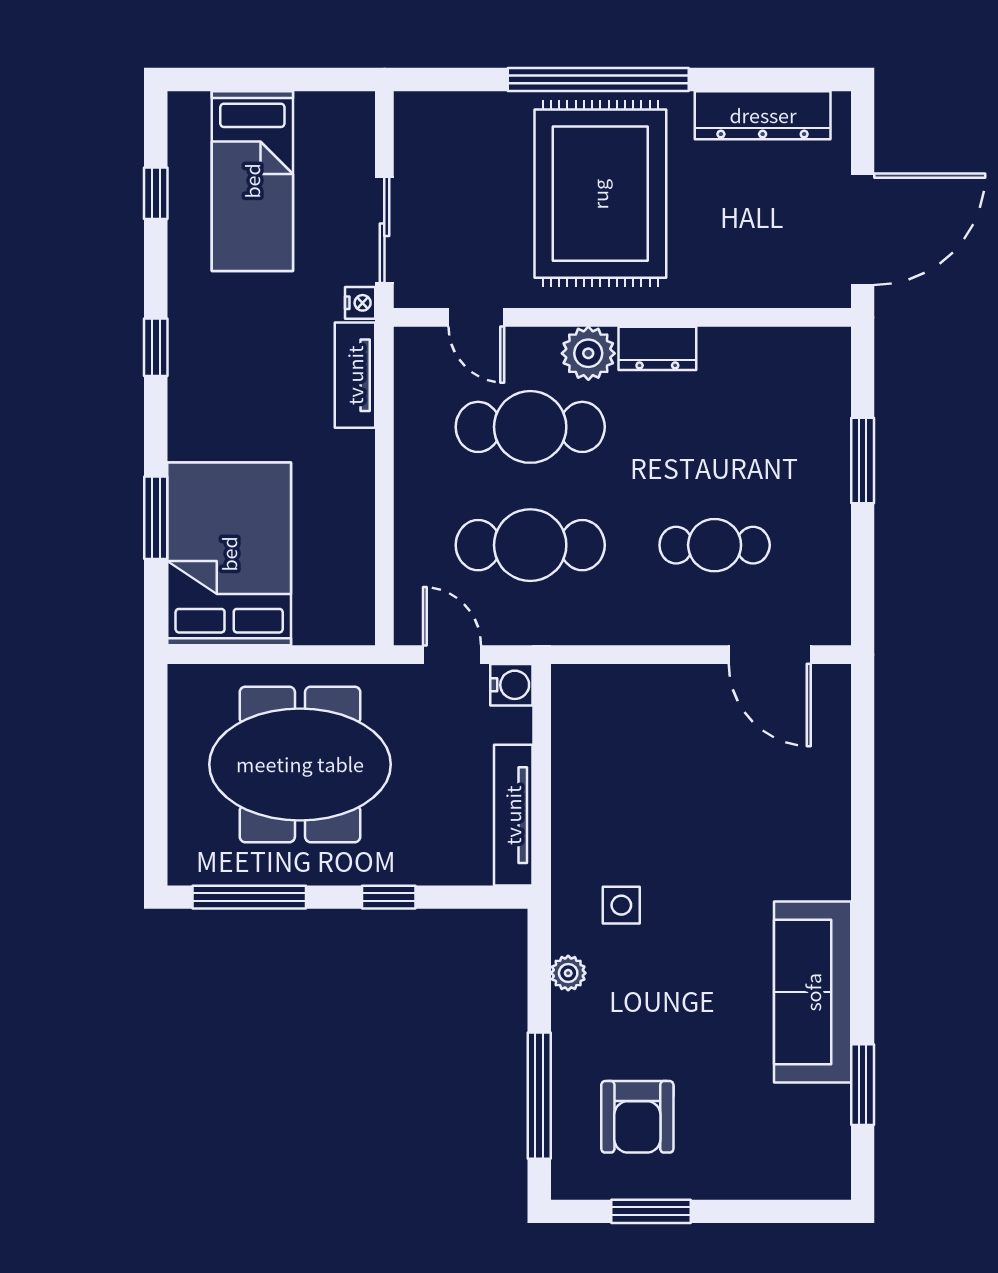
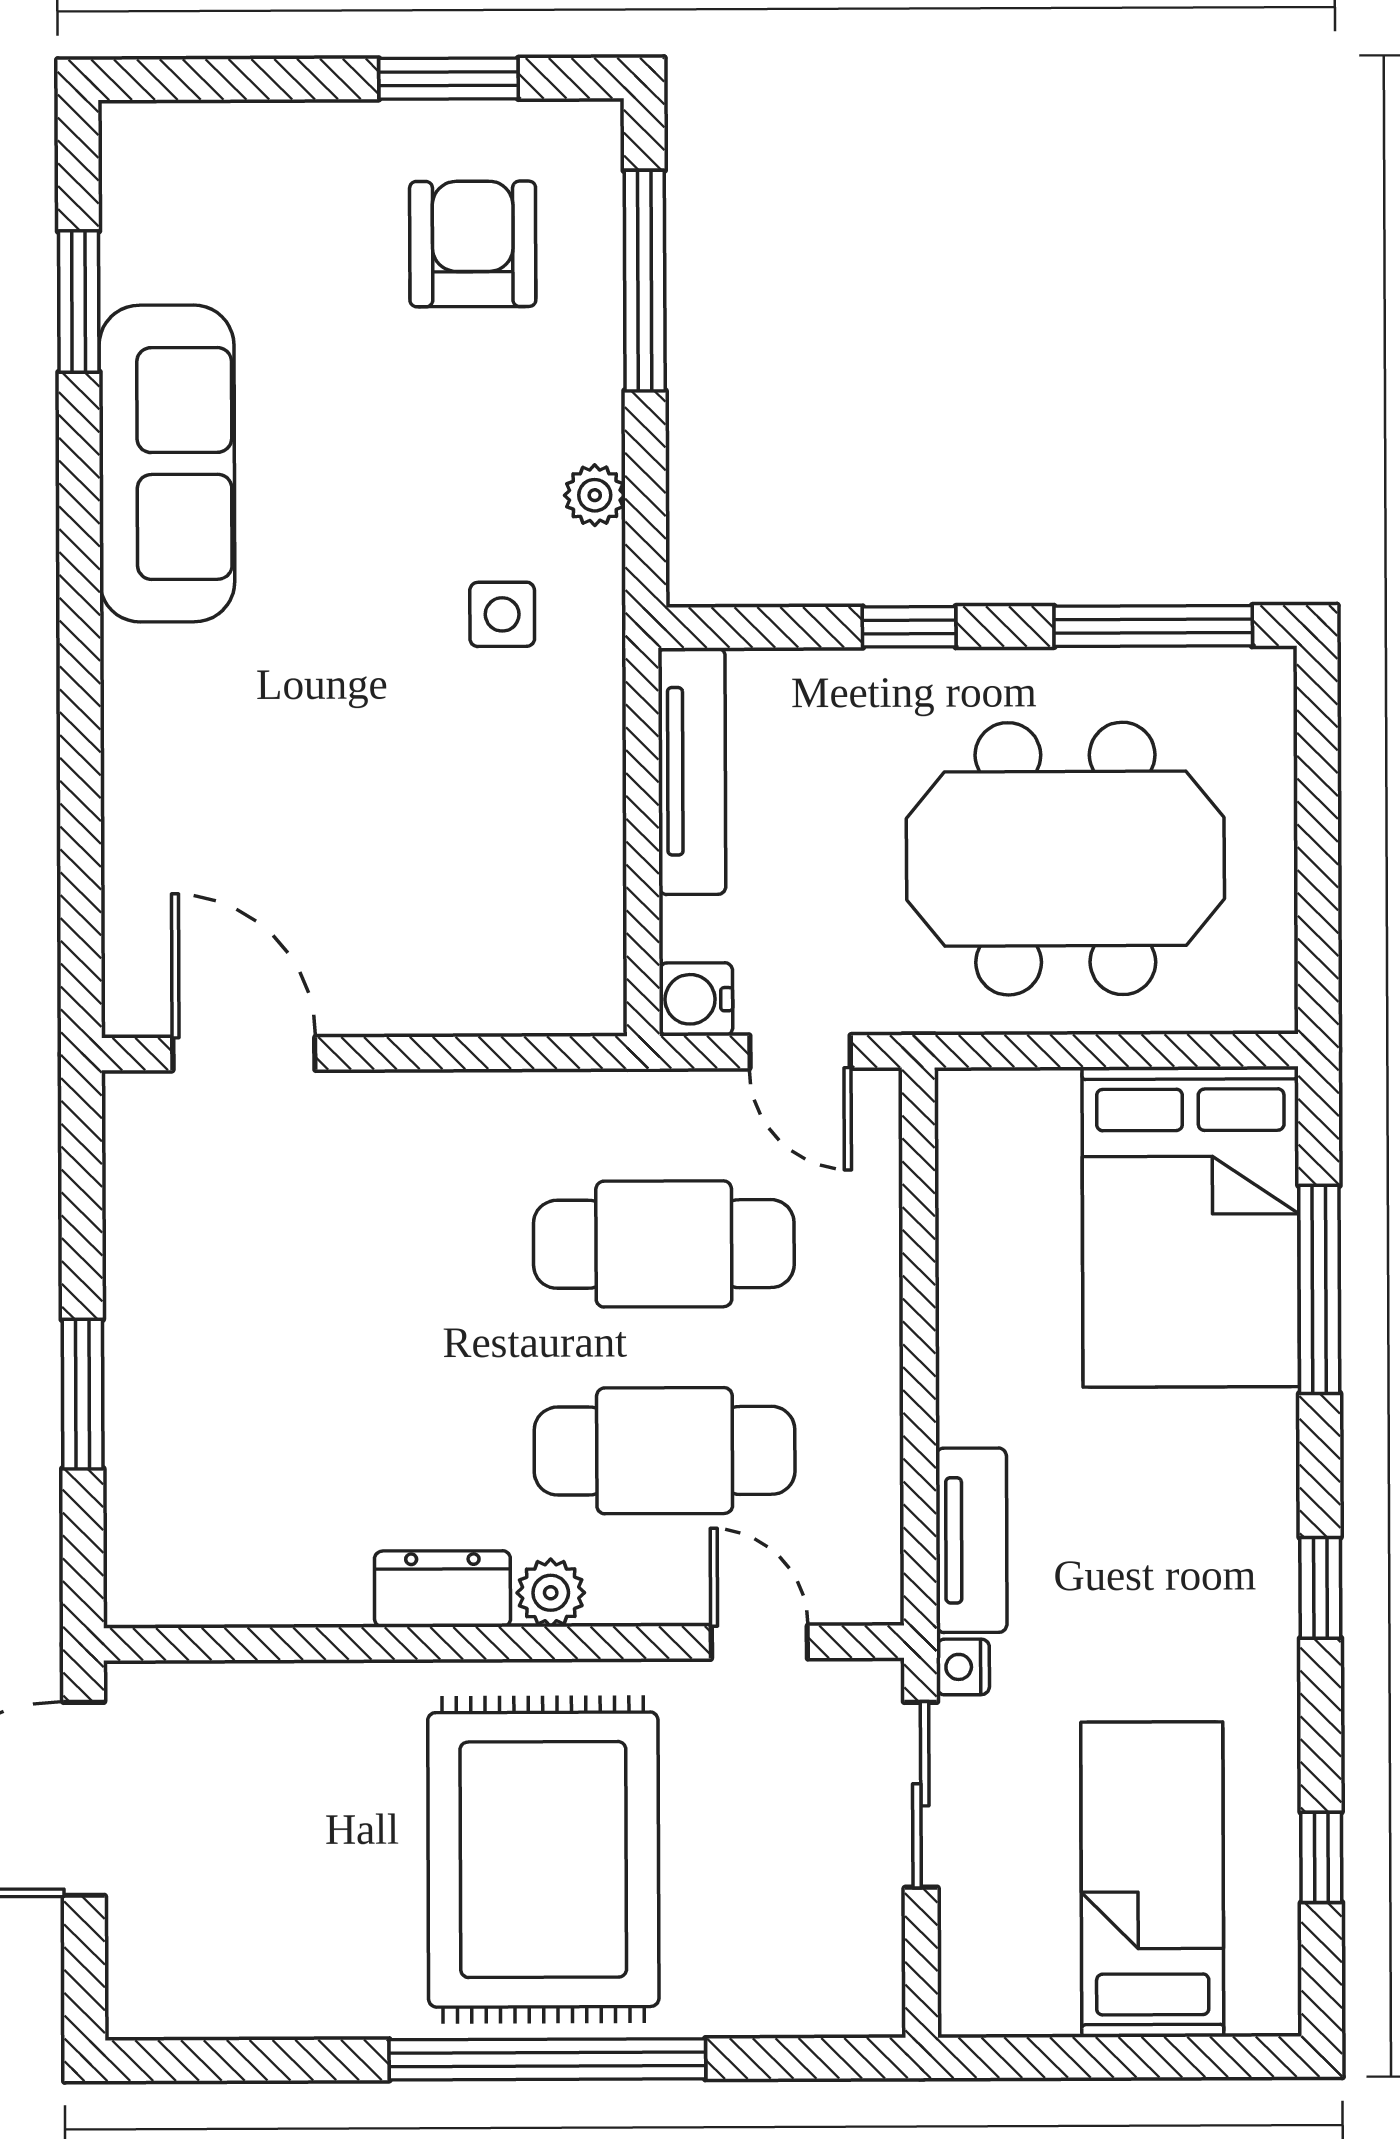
dresser: (763, 115) -> (260, 1998), removed
plant: (588, 353) -> (551, 1593), width x0.73, depth x0.73
window: (156, 518) -> (1319, 1289), width x1.44
cafe table: (715, 545) -> (341, 1245), removed

